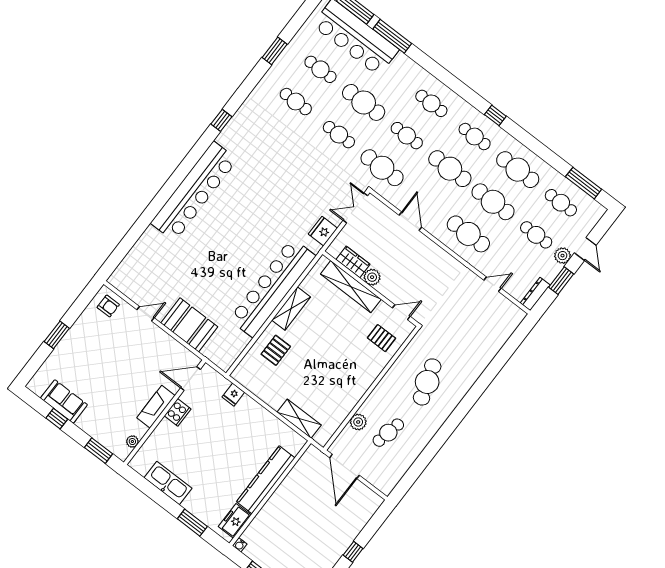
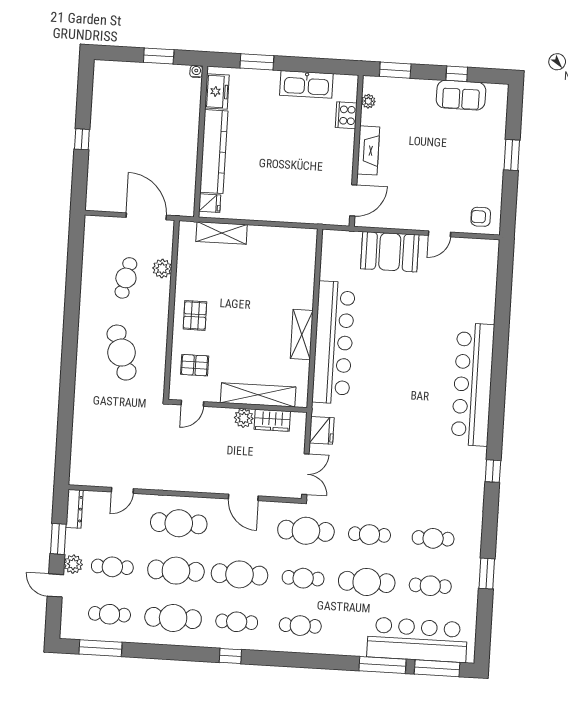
pallet: (276, 350) -> (195, 315), moved
fridge: (233, 395) -> (210, 203), moved, turned 90
cooker: (178, 412) -> (346, 115), moved

